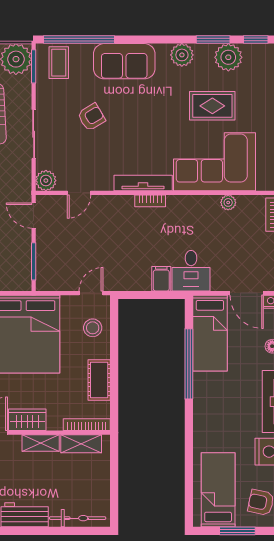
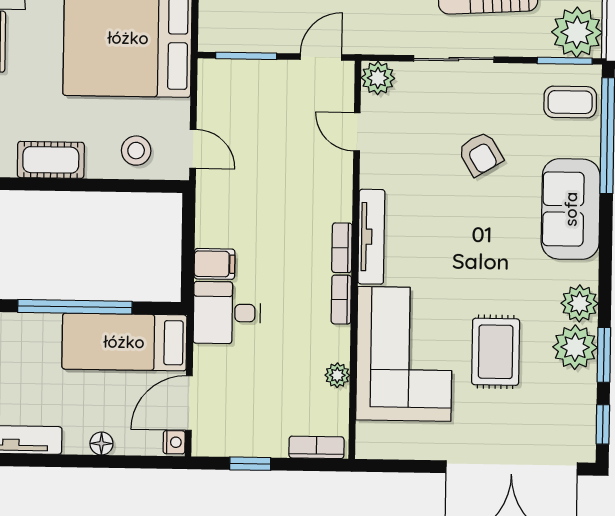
plant: (228, 57) -> (575, 347), moved
bookcase: (182, 201) -> (341, 300), added

